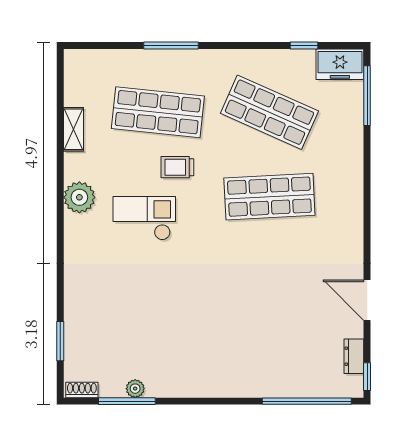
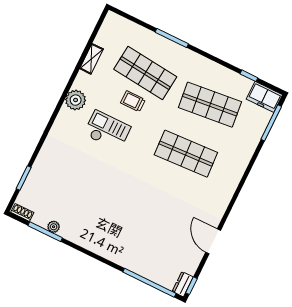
shop shelf: (269, 112) -> (210, 105), turned -30
trolley: (177, 167) -> (133, 101), moved
dresser: (354, 356) -> (183, 284), moved

